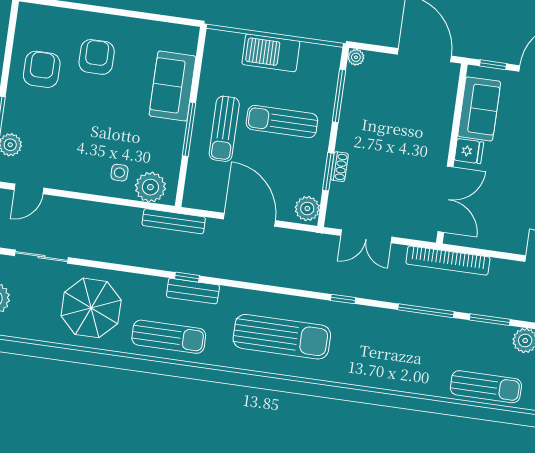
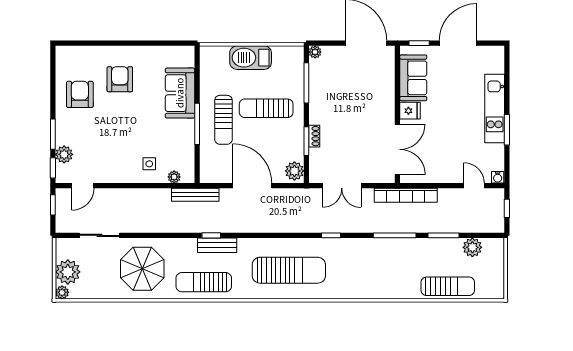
plant: (150, 187) -> (174, 177), width x0.53, depth x0.53
sun lounger: (169, 337) -> (204, 282), turned 180

